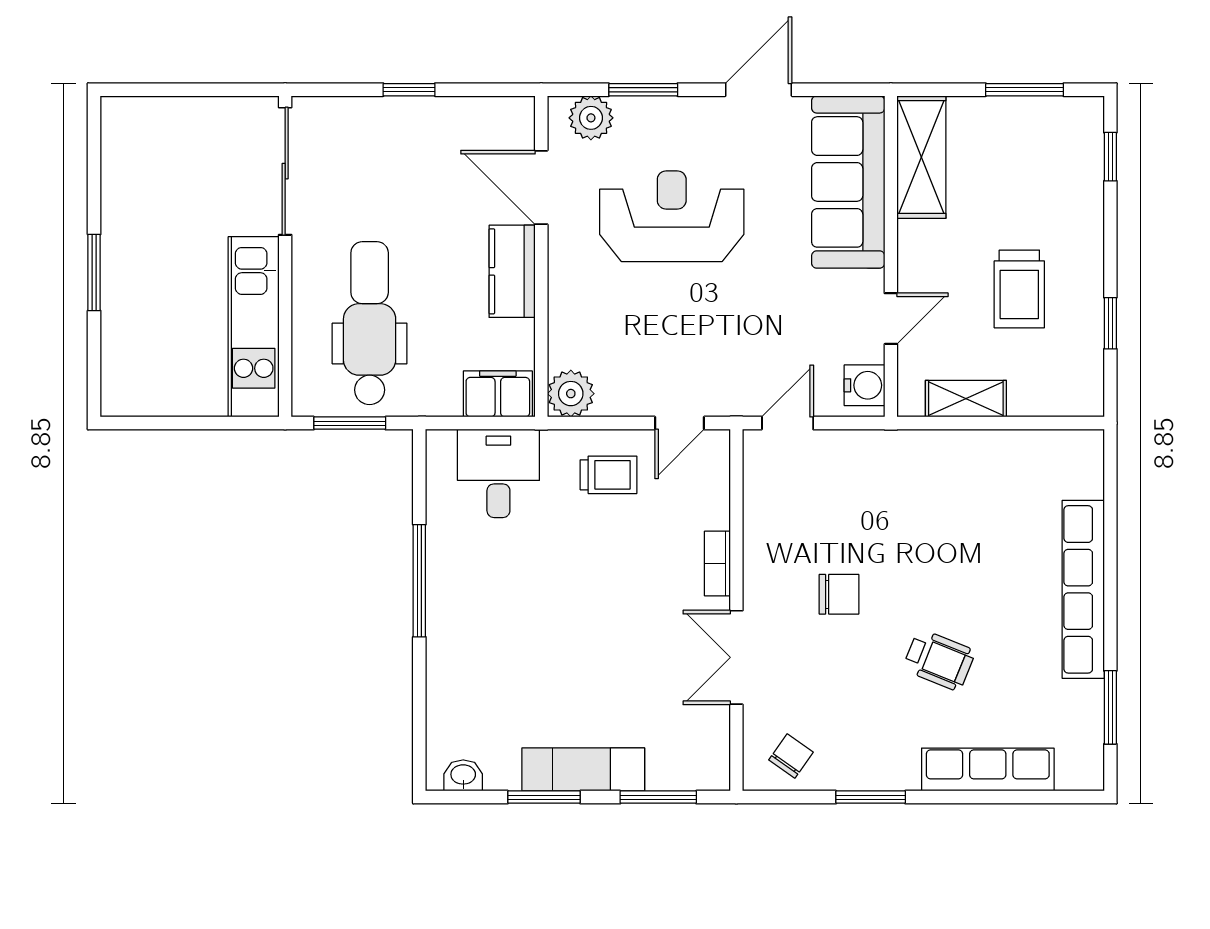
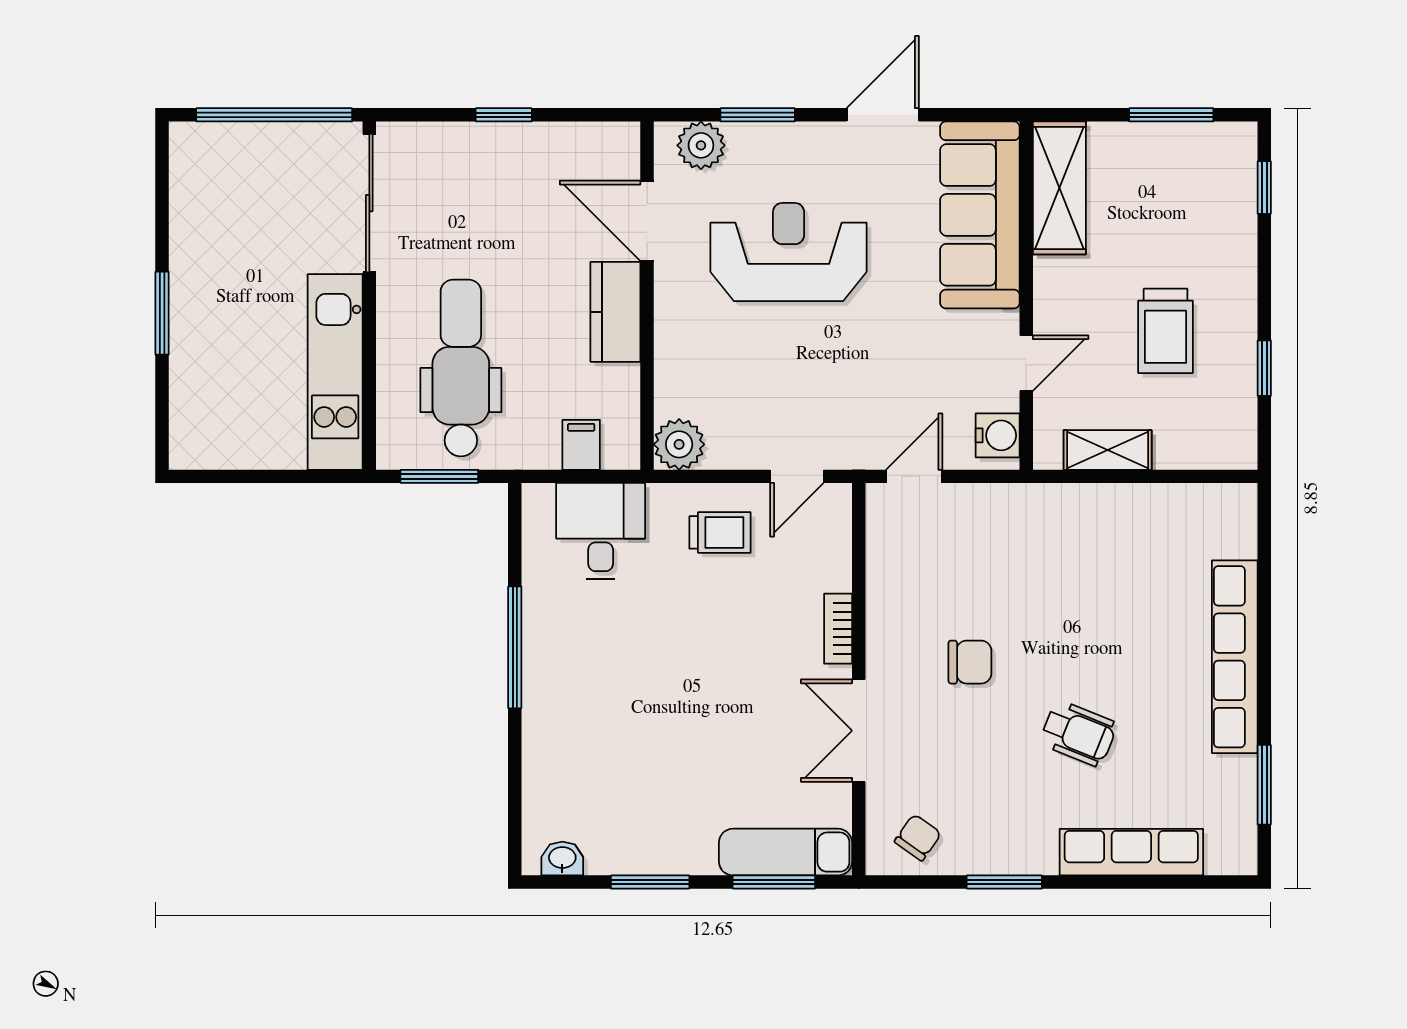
window: (197, 90) -> (274, 115), added
filing cabinet: (498, 394) -> (581, 445), width x0.50
exam couch: (583, 769) -> (785, 852), moved

